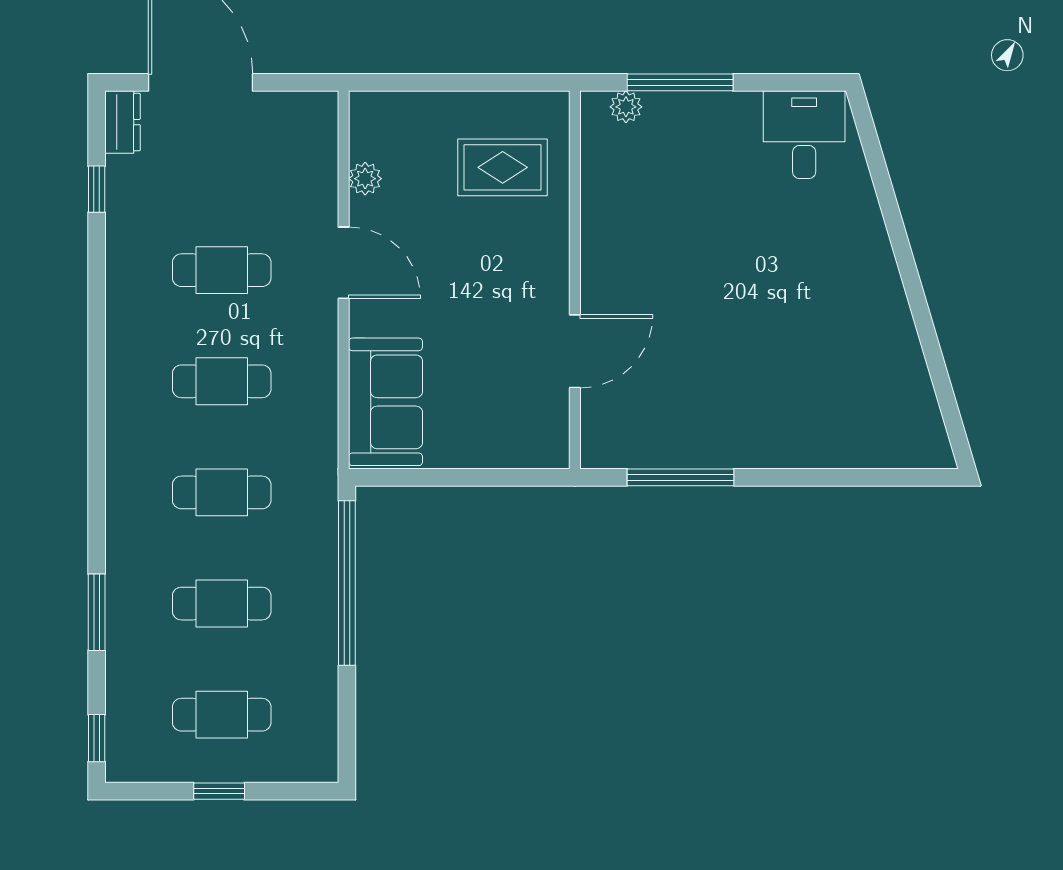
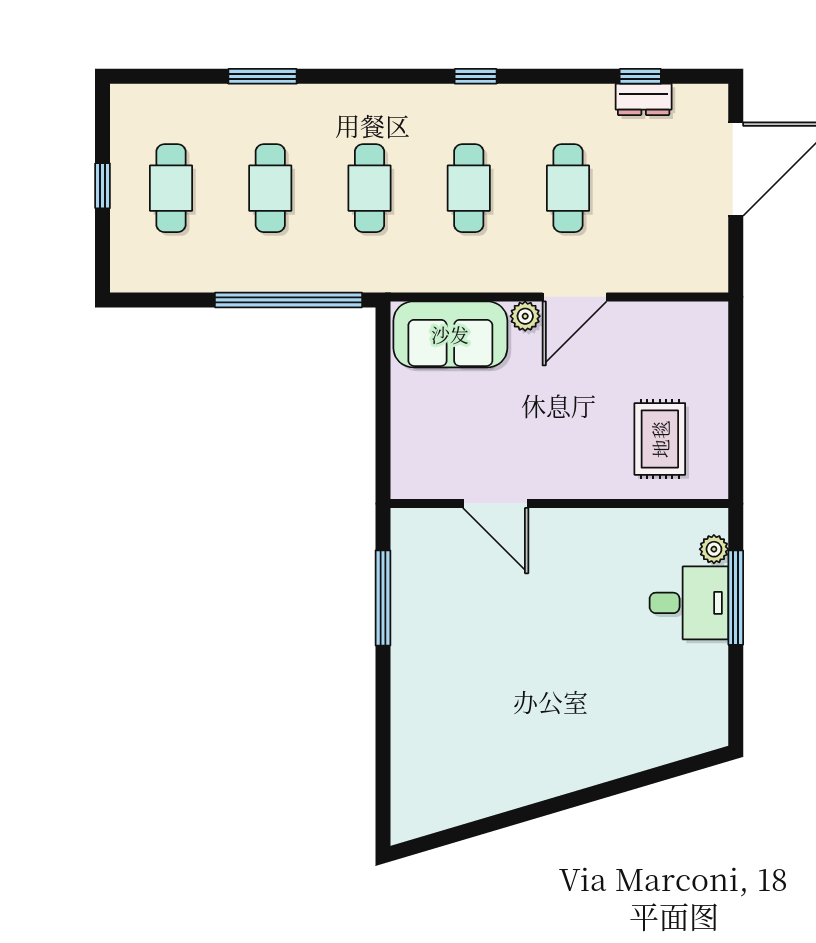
dresser: (122, 122) -> (644, 99), moved
desk: (804, 135) -> (689, 603), moved
plant: (365, 179) -> (525, 316), moved
window: (97, 738) -> (476, 76), moved

